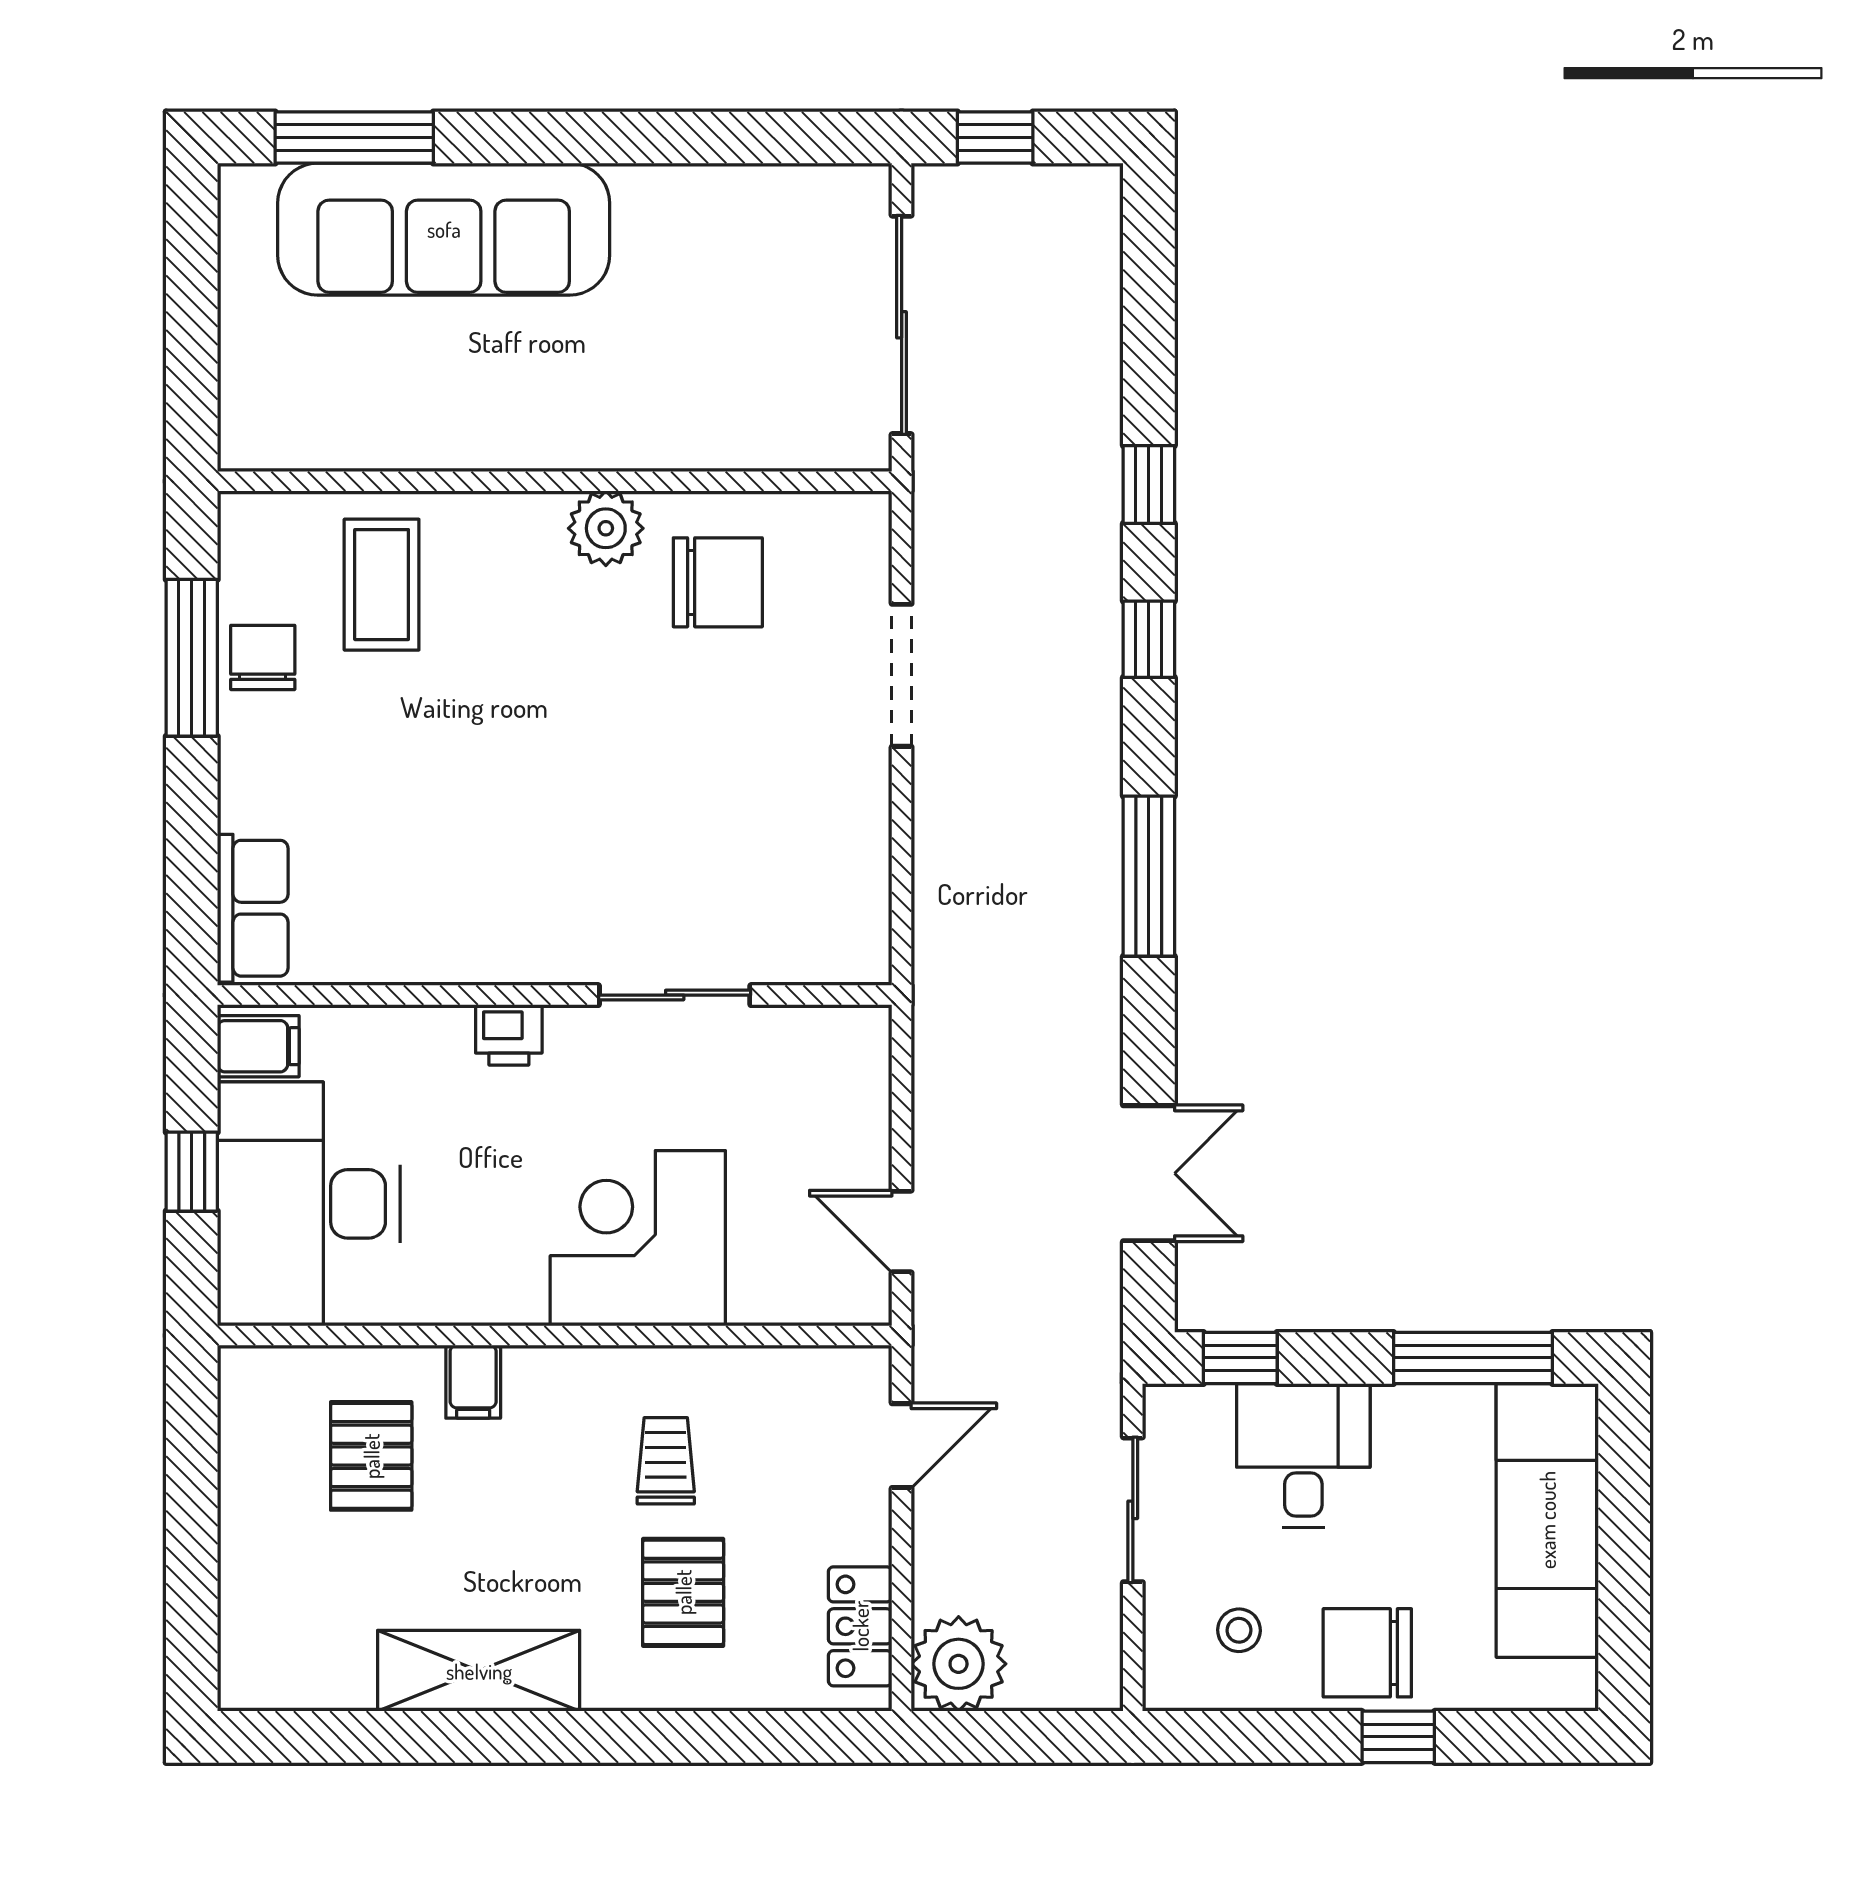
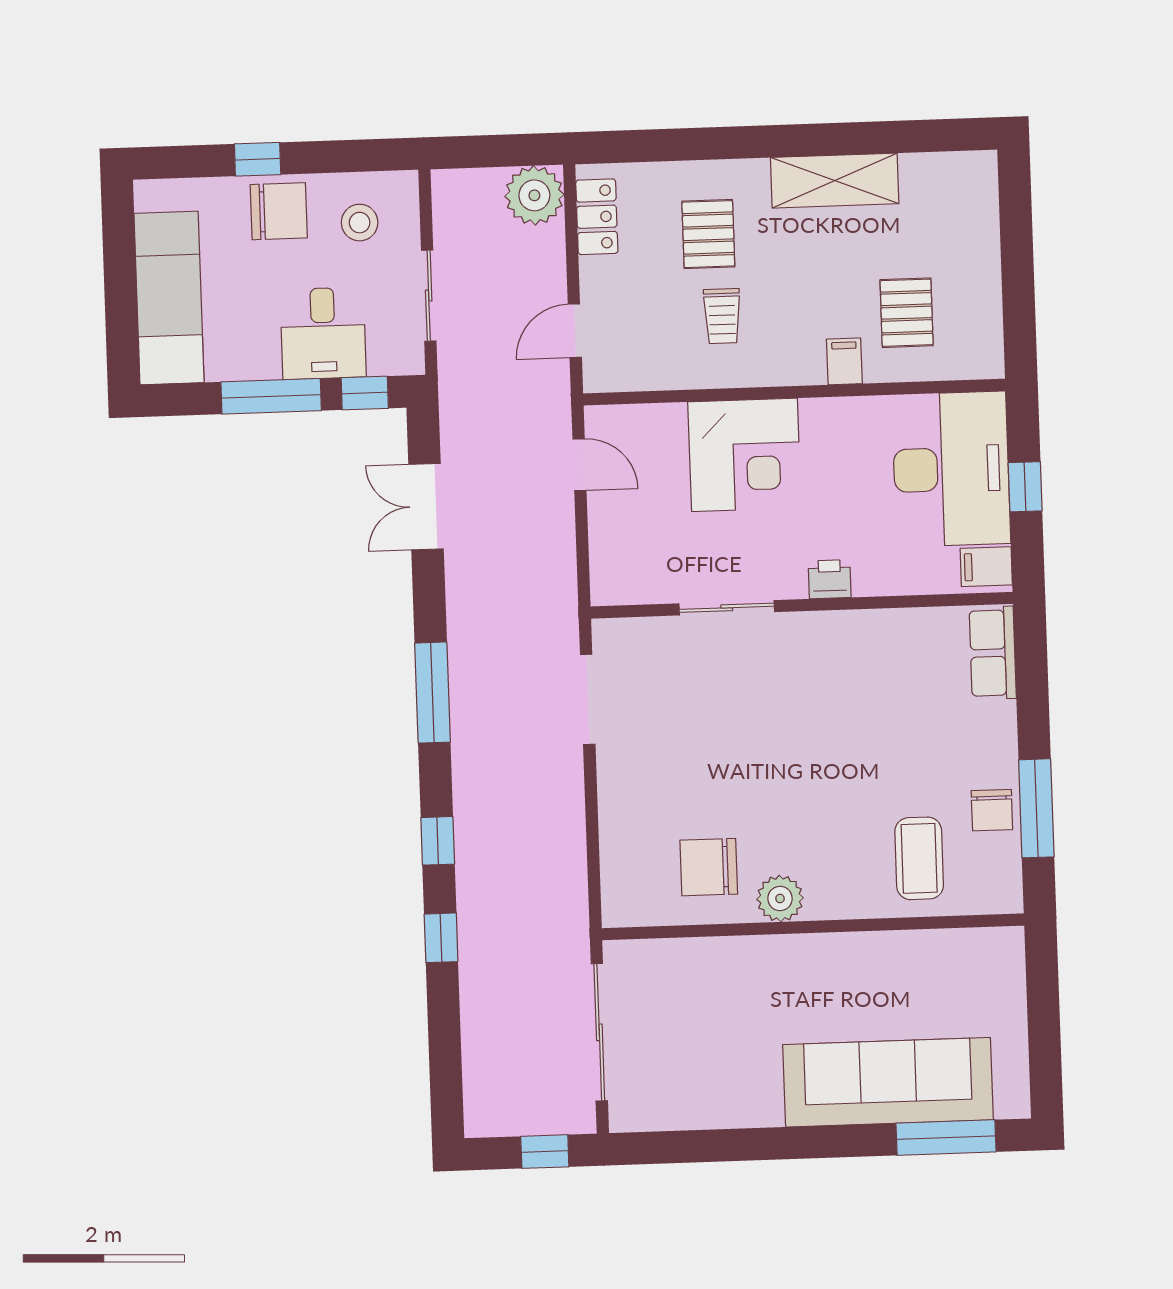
doorway: (902, 675) -> (588, 699), moved
window: (1473, 1358) -> (271, 396), moved
stool: (1239, 1630) -> (360, 223), width x1.37, depth x1.37

